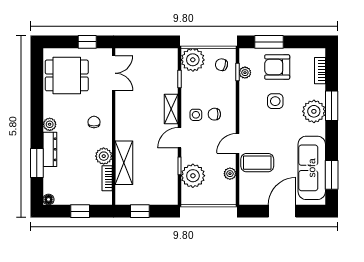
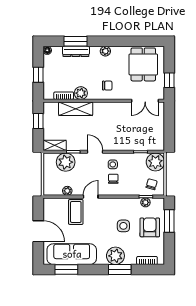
shelving: (171, 109) -> (55, 145), moved
door: (238, 143) -> (91, 197), hinge flipped
dresser: (50, 149) -> (76, 51), moved

